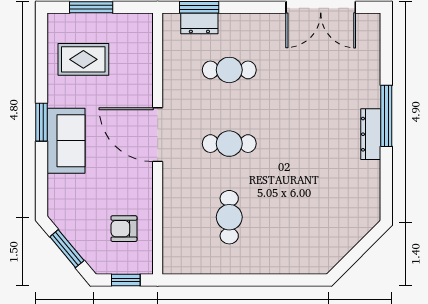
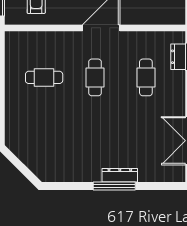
dresser: (371, 134) -> (120, 175), moved

